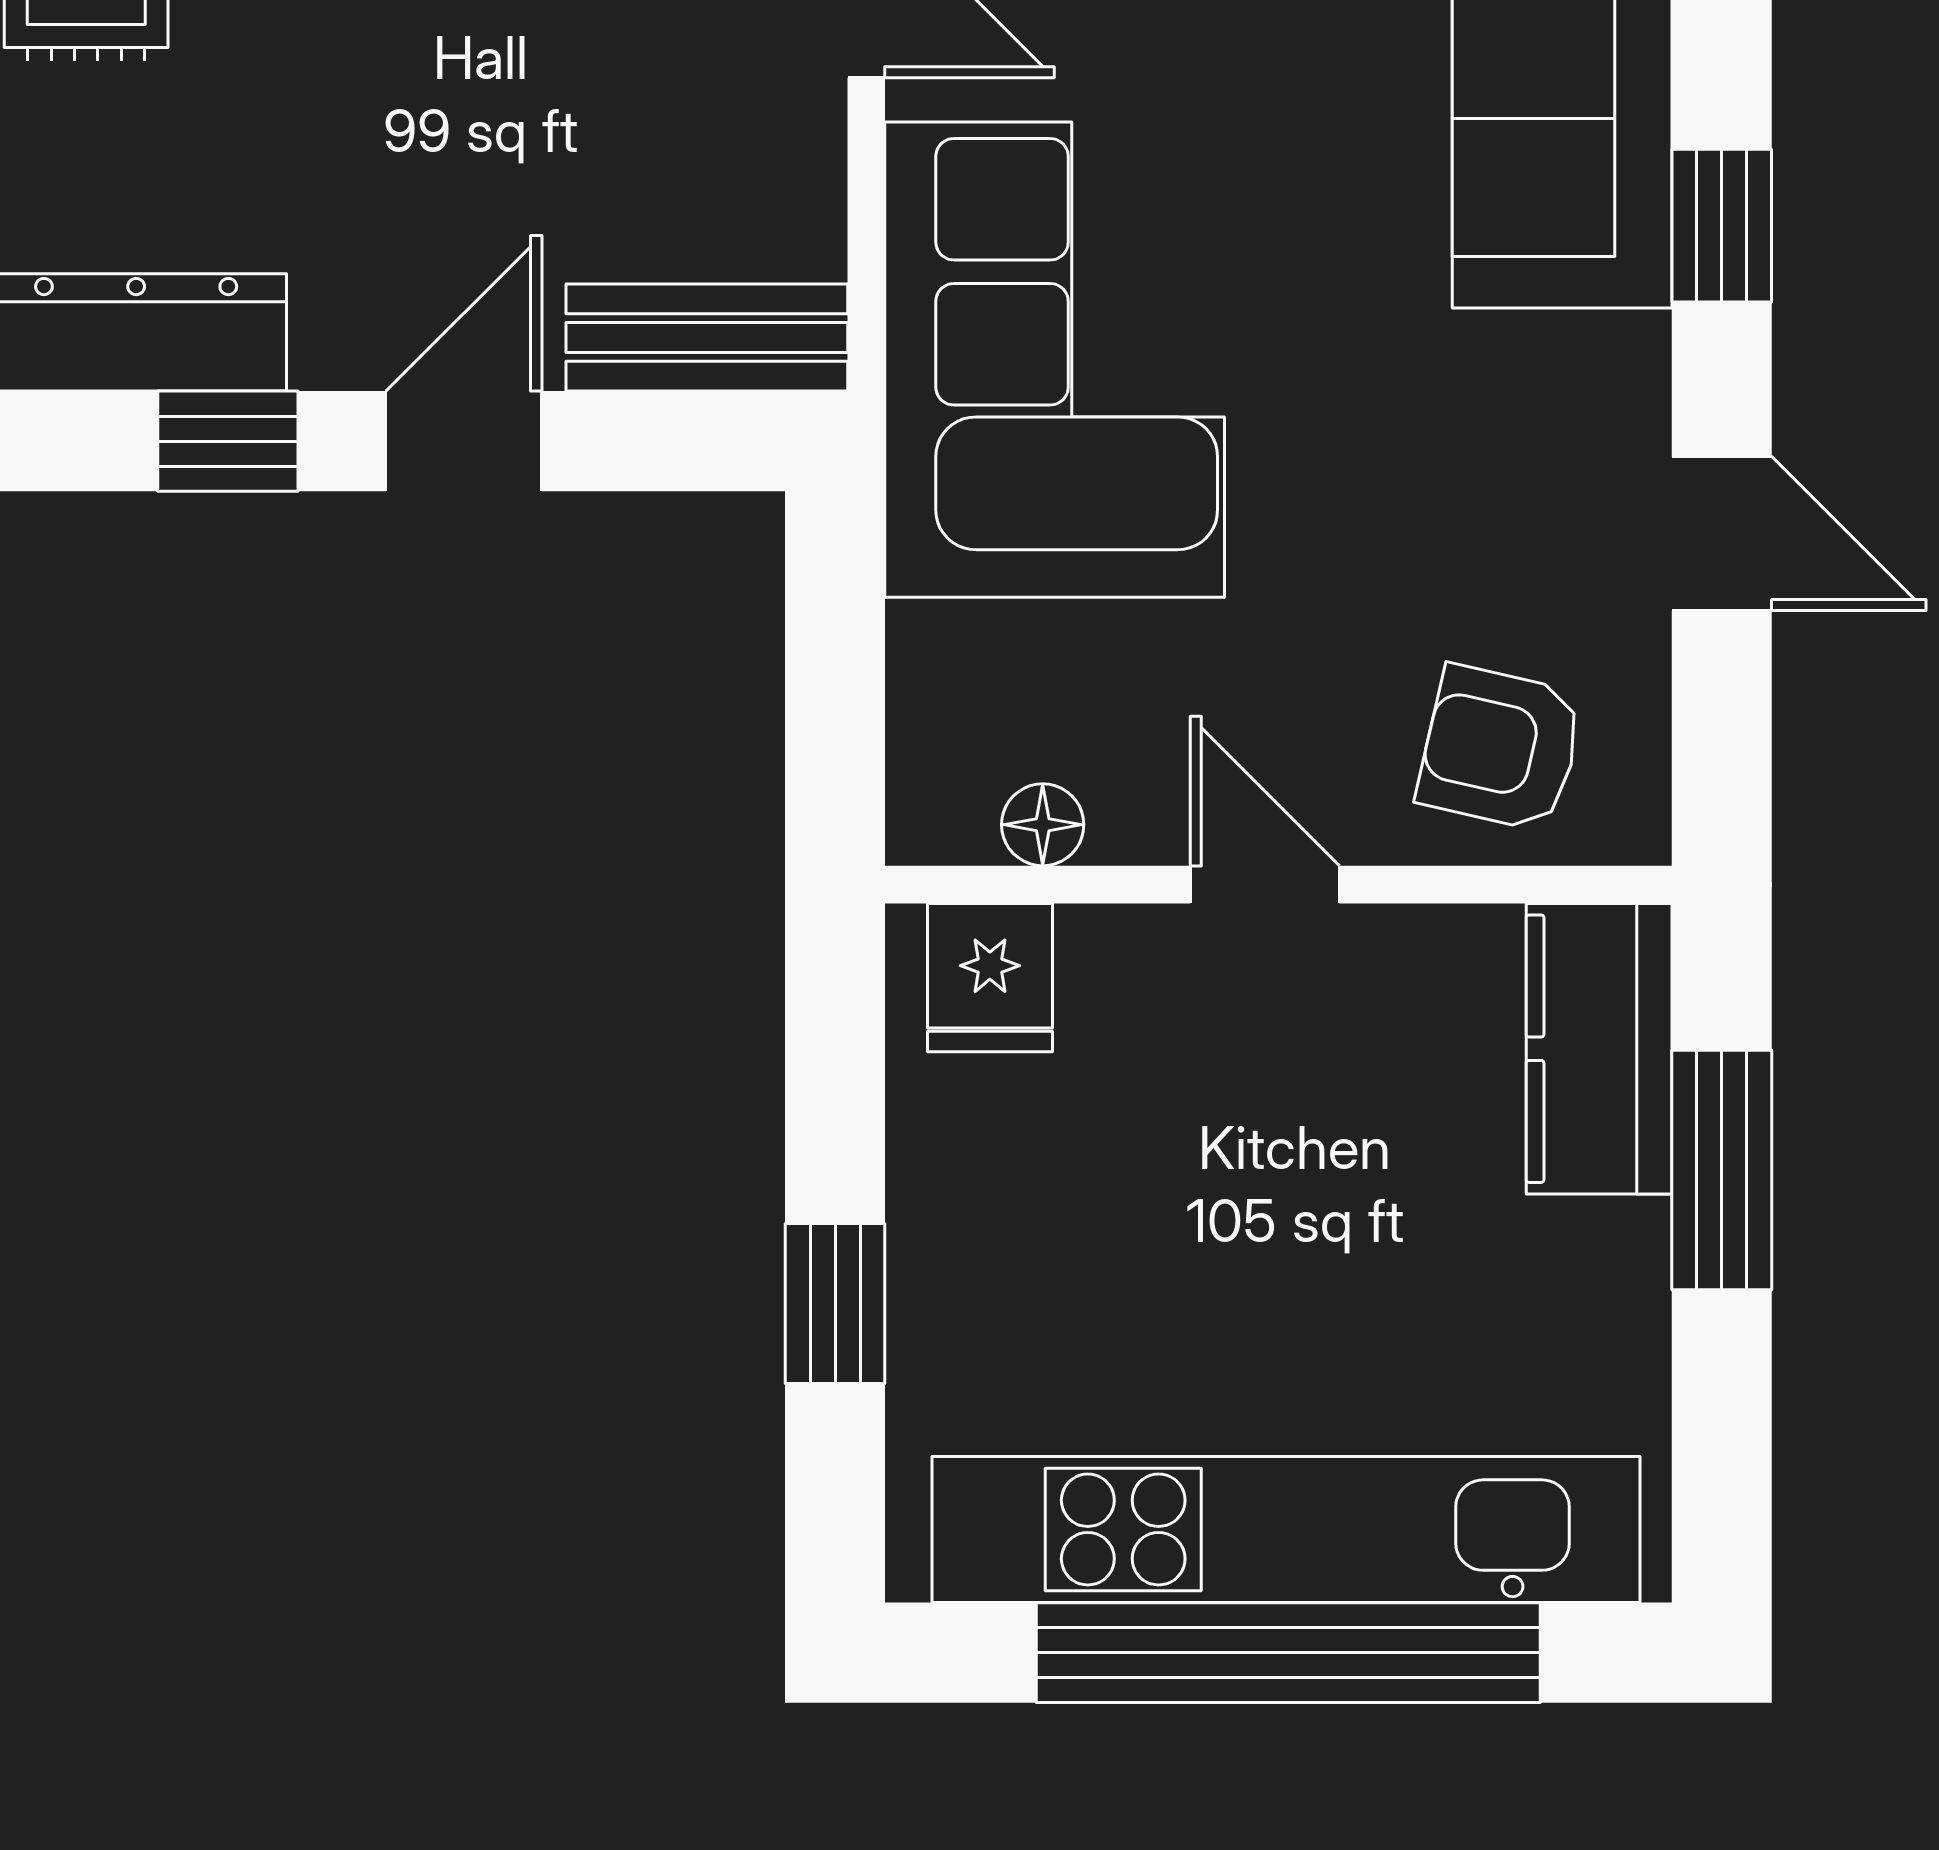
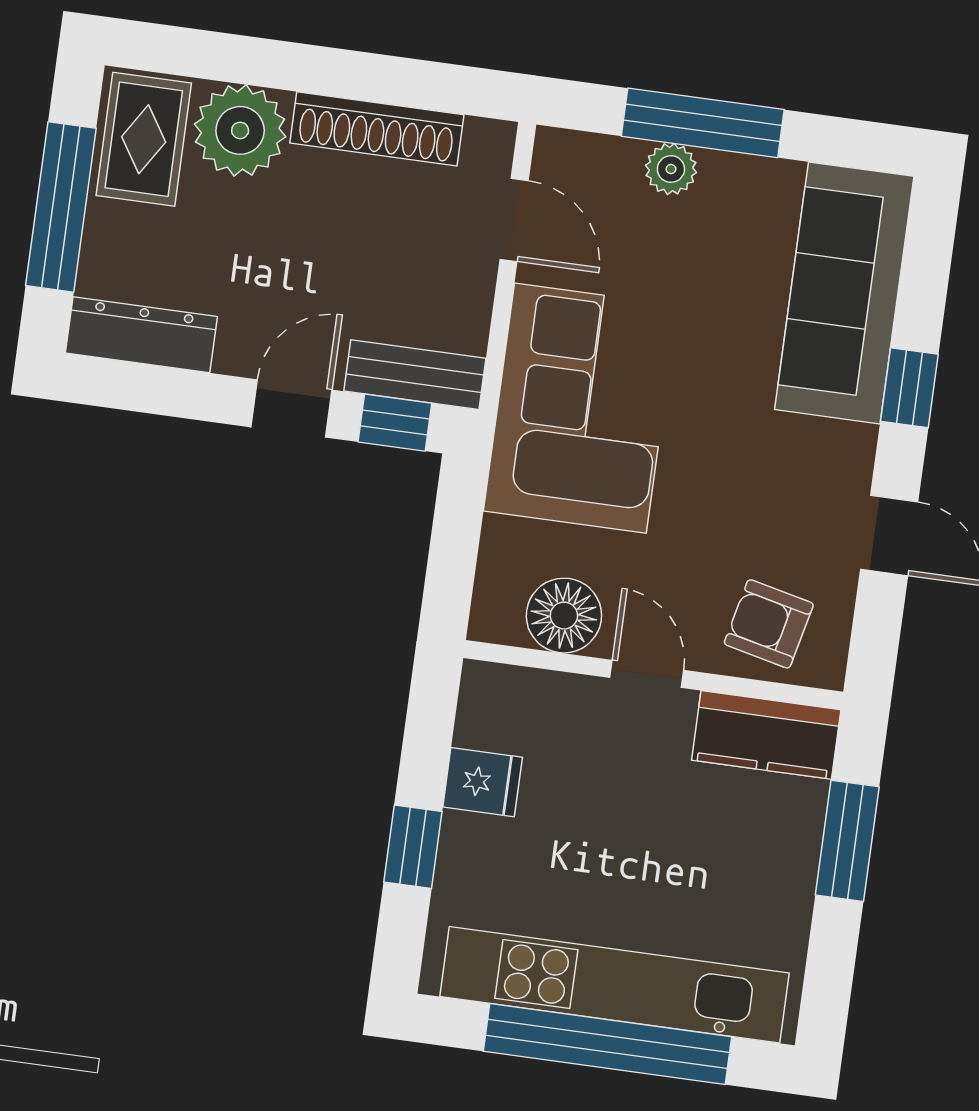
window: (228, 441) -> (395, 423), moved
floor lamp: (1043, 825) -> (564, 616), width x1.89, depth x1.89
fridge: (990, 978) -> (483, 782), moved, turned -90
kitchen counter: (1599, 1049) -> (766, 735), moved, turned -90

